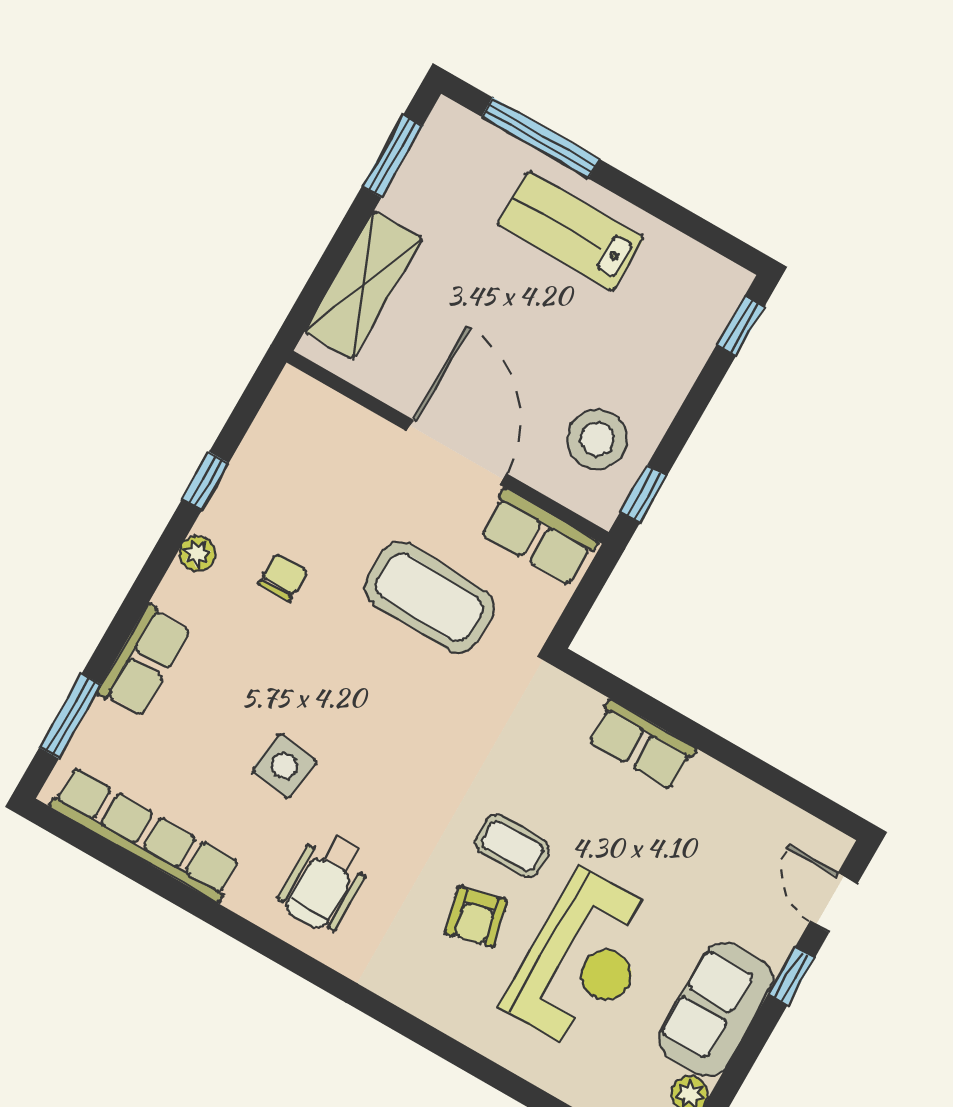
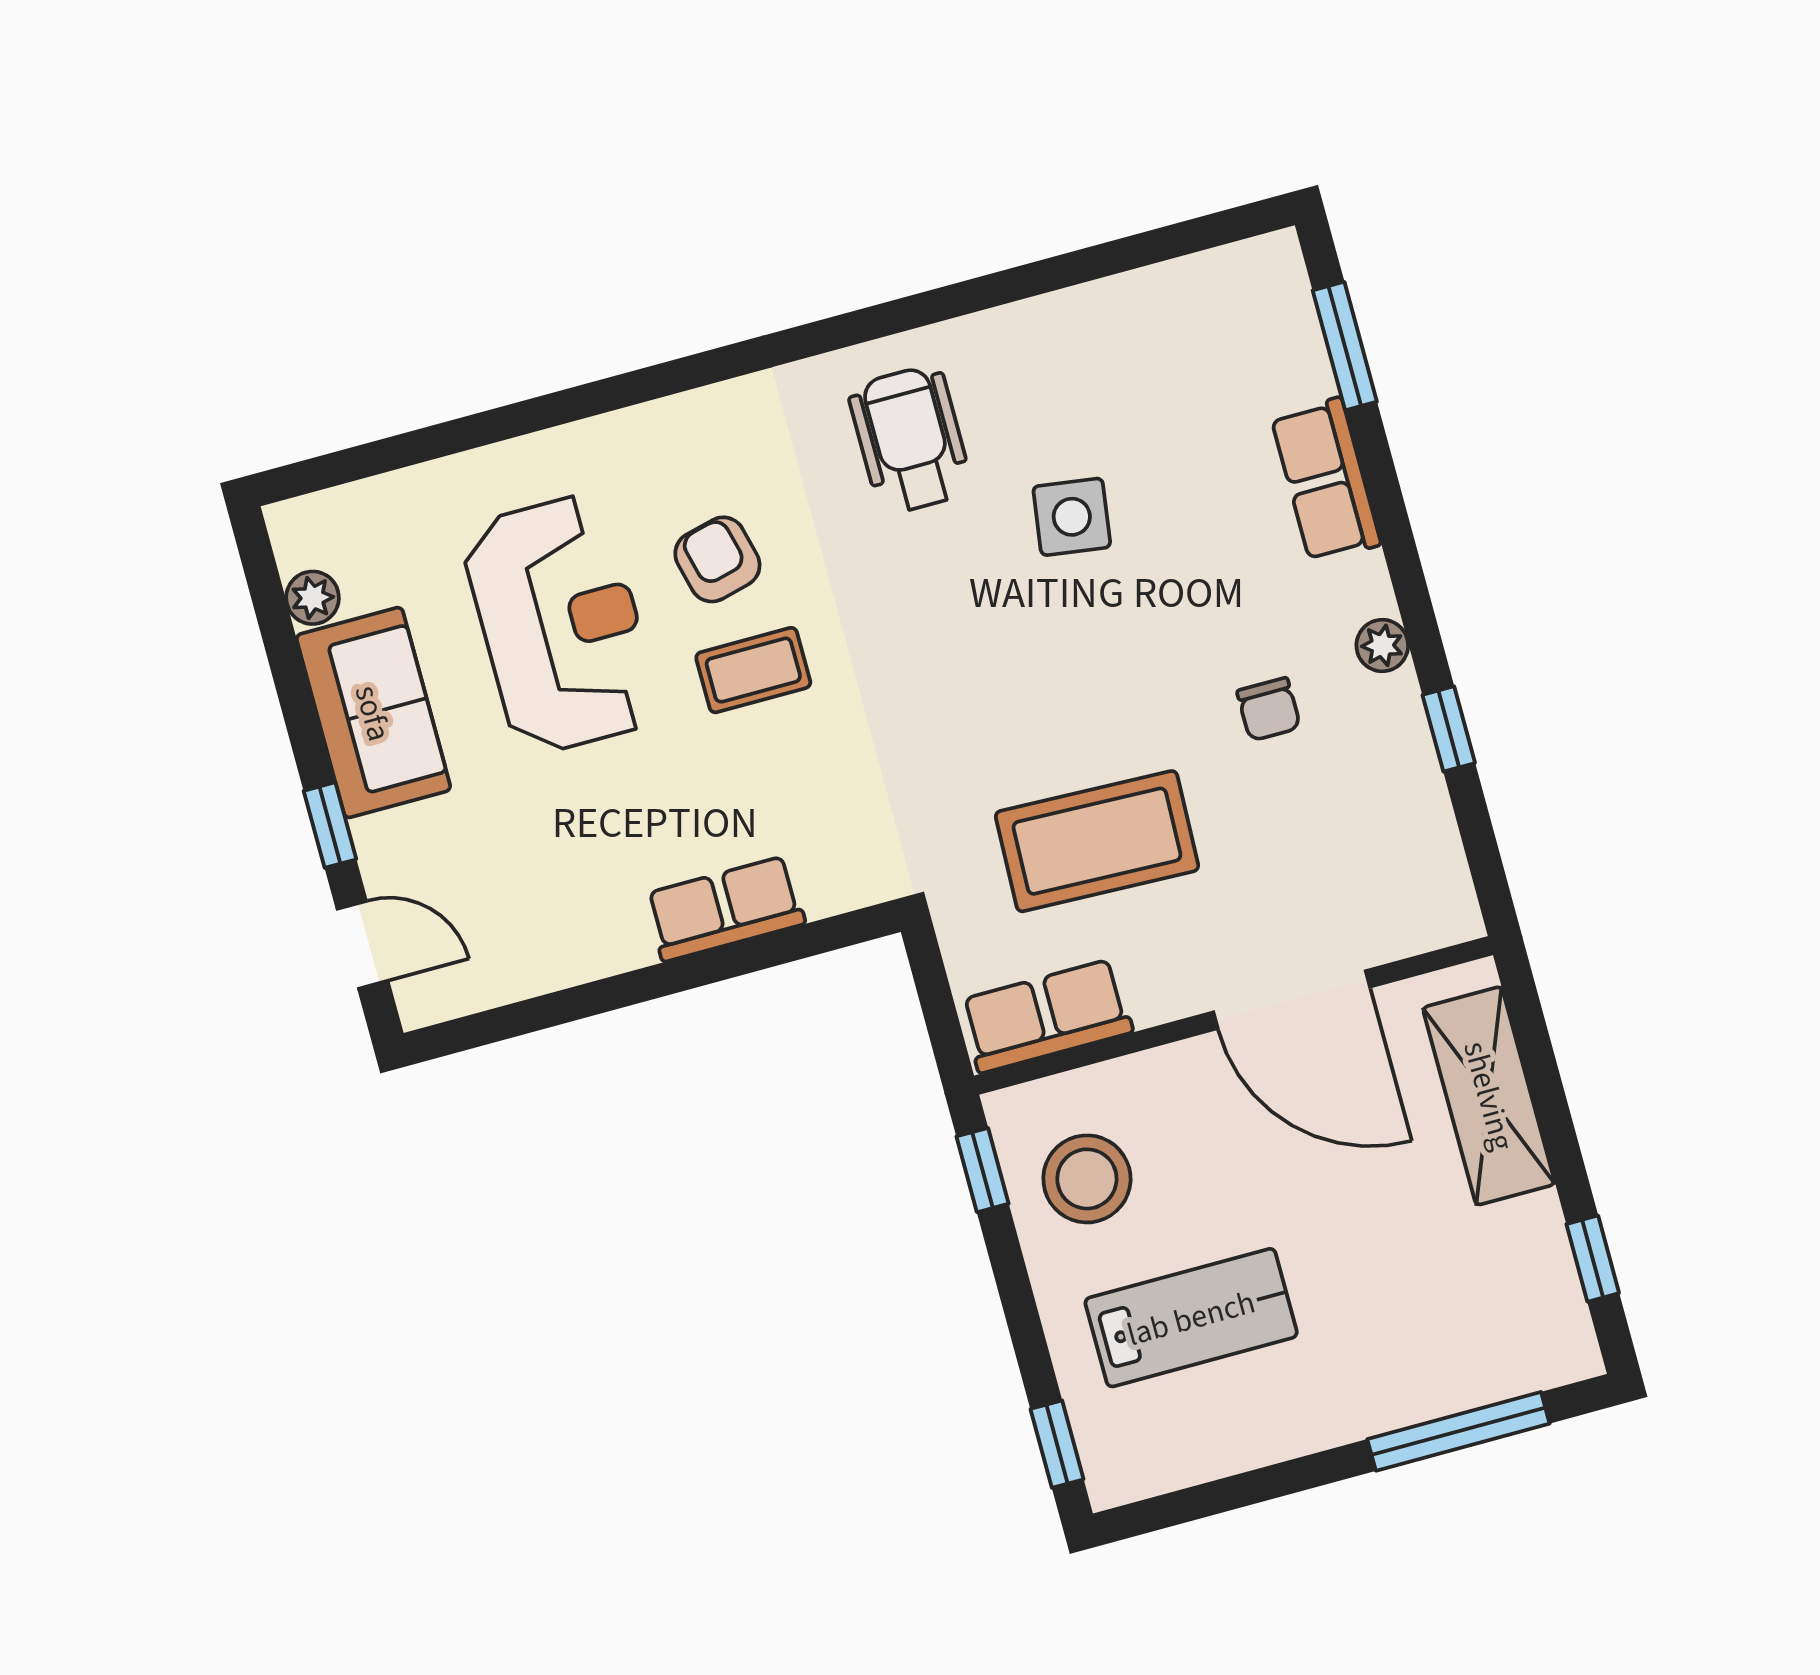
window: (392, 156) -> (1593, 1259), width x0.67
lab bench: (571, 231) -> (1191, 1318), moved
door: (456, 452) -> (1292, 1000), moved
row of seats: (145, 835) -> (1144, 301), removed
reception desk: (583, 961) -> (561, 624), turned 180

